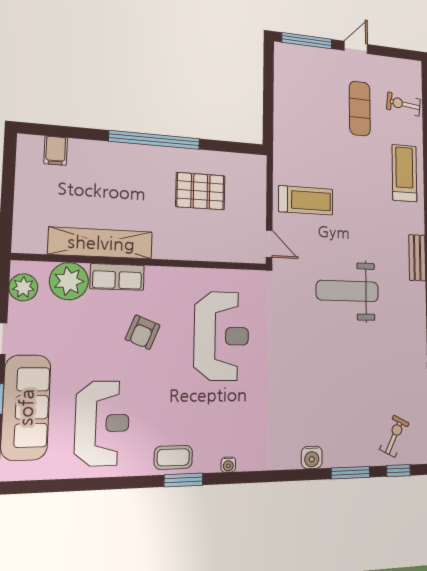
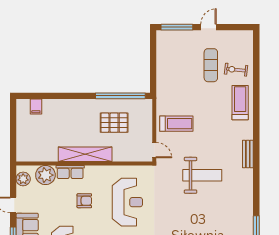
exercise bike: (403, 104) -> (236, 70), moved
window: (155, 140) -> (120, 96), moved
shelving: (101, 243) -> (85, 154), moved
weight bench: (347, 291) -> (202, 175), turned 180
armchair: (143, 332) -> (84, 201), turned -112

